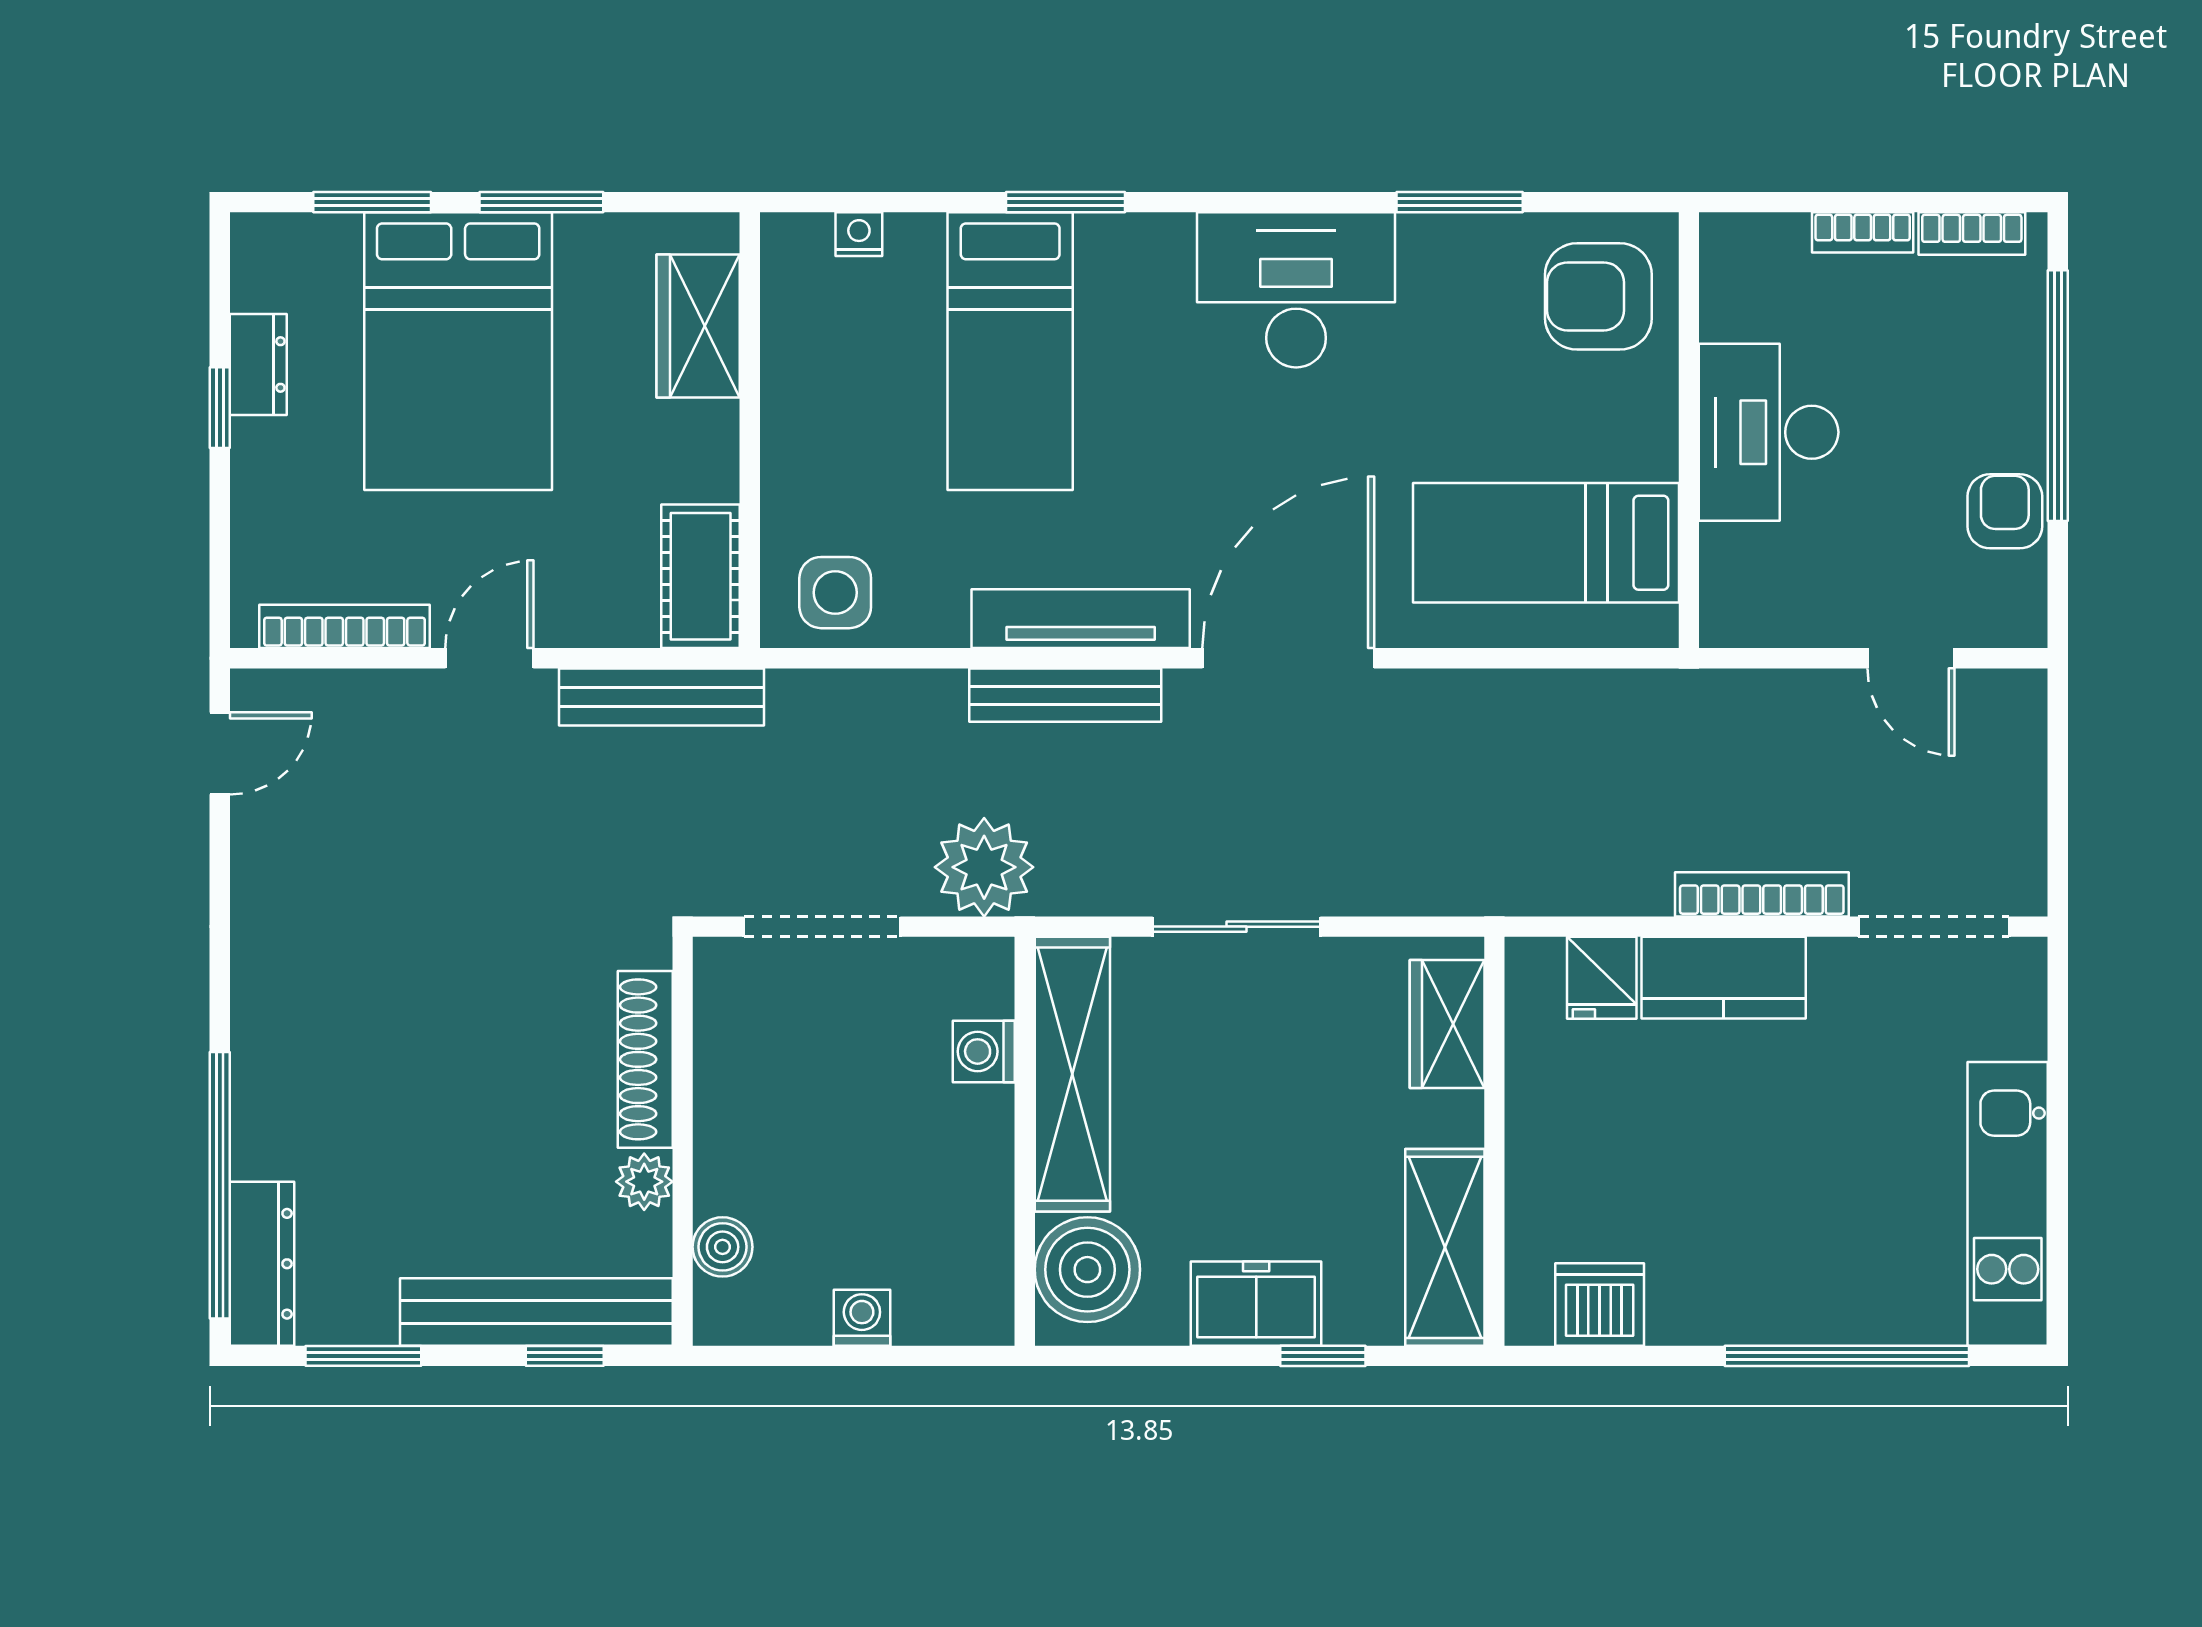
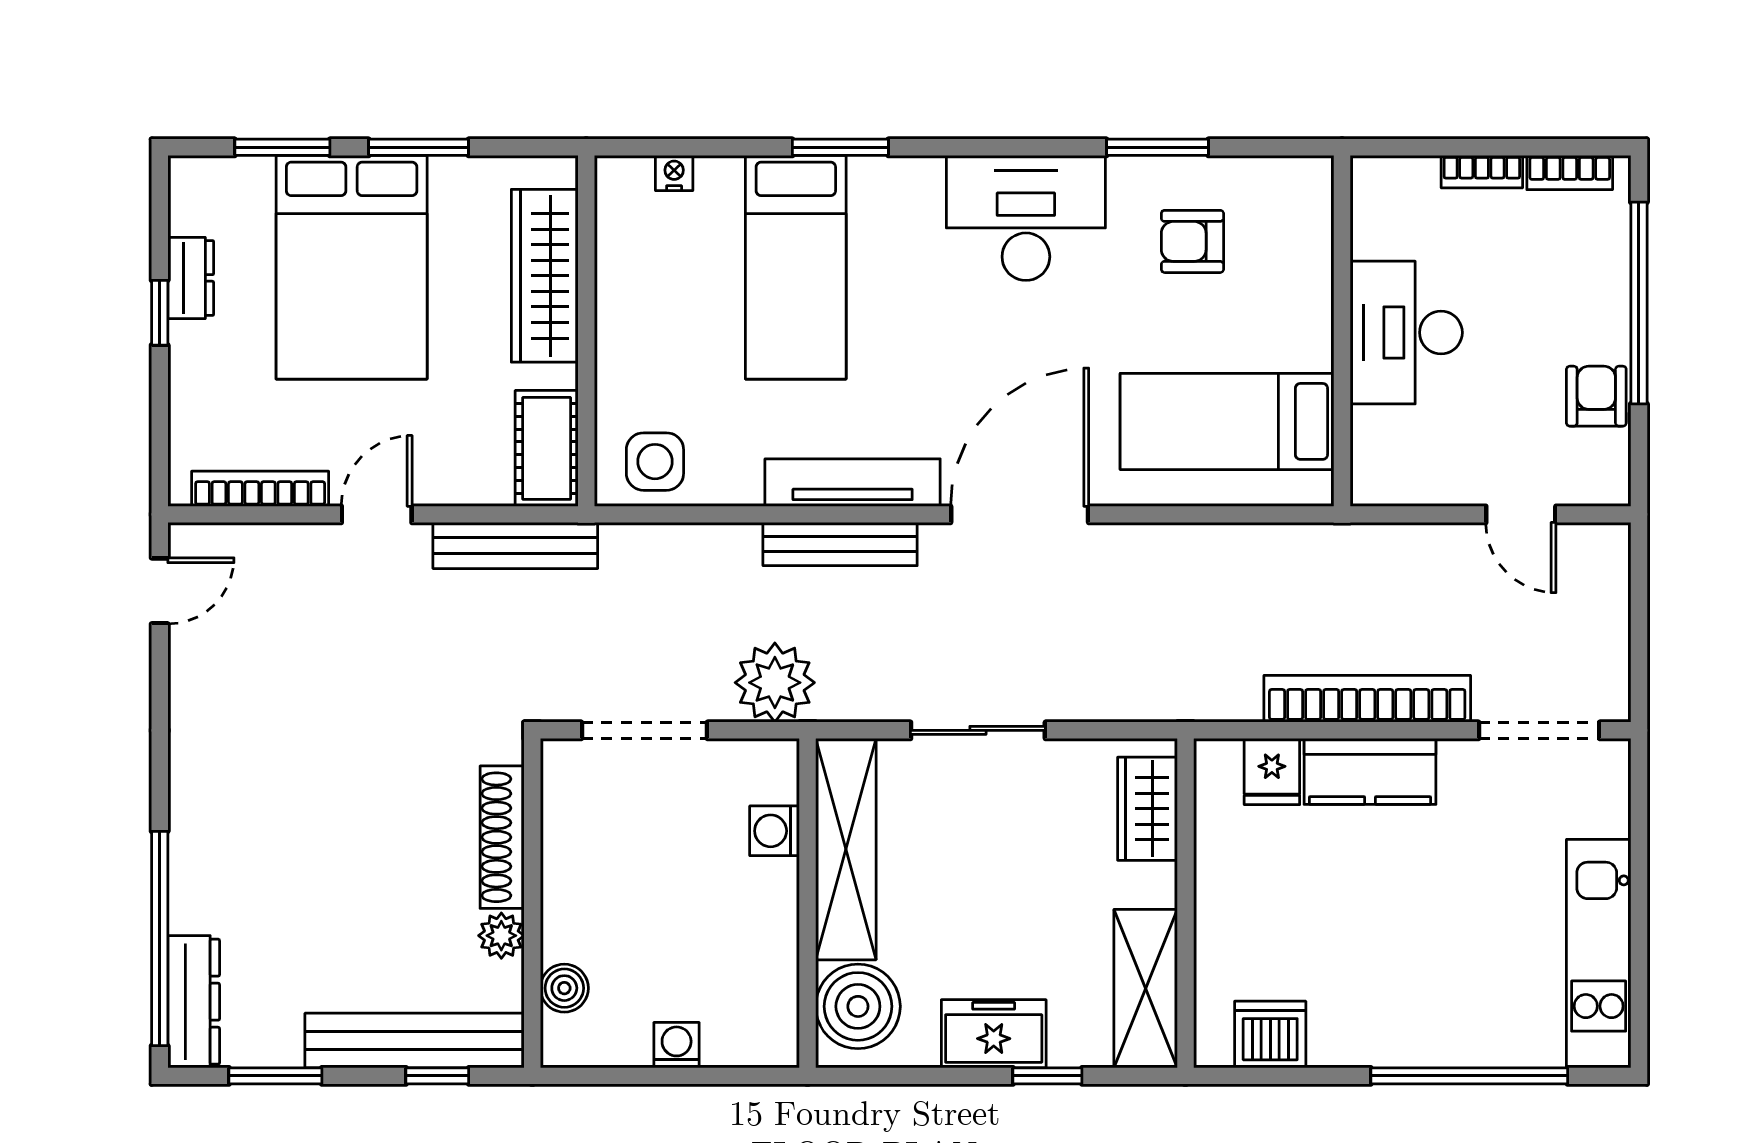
armchair: (1598, 296) -> (1192, 241), moved, width x0.72, depth x0.72
wardrobe: (698, 326) -> (545, 276), width x1.50
bookcase: (1762, 894) -> (1367, 699), width x1.48, depth x1.31

